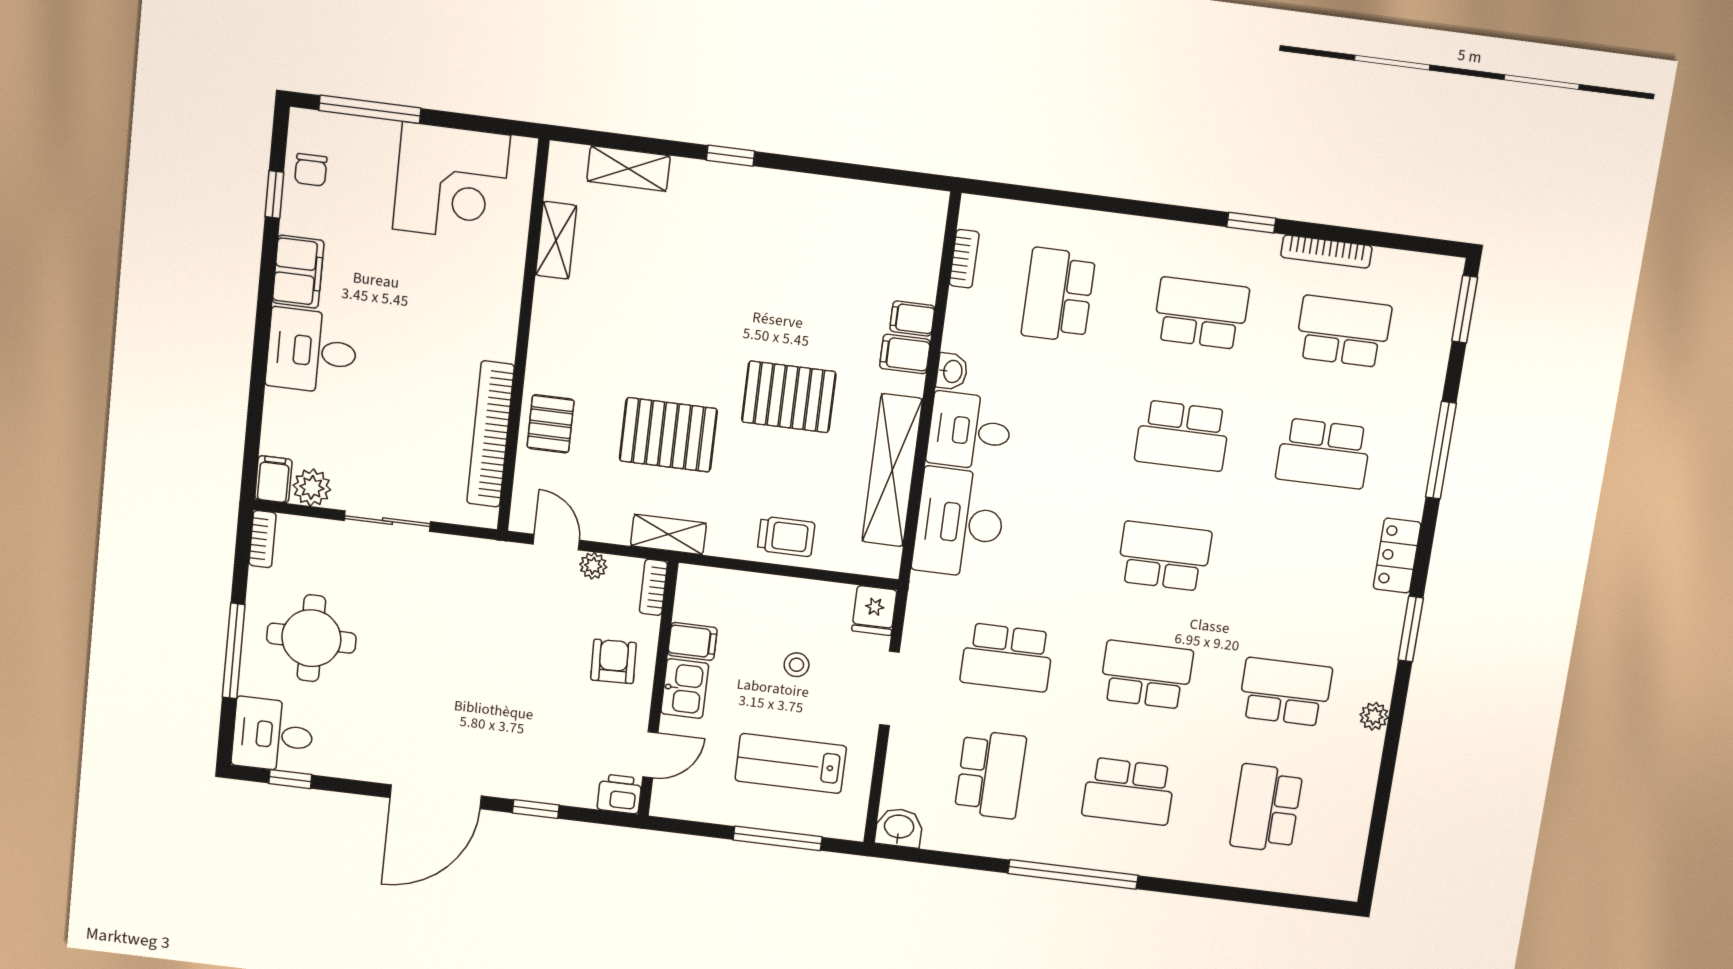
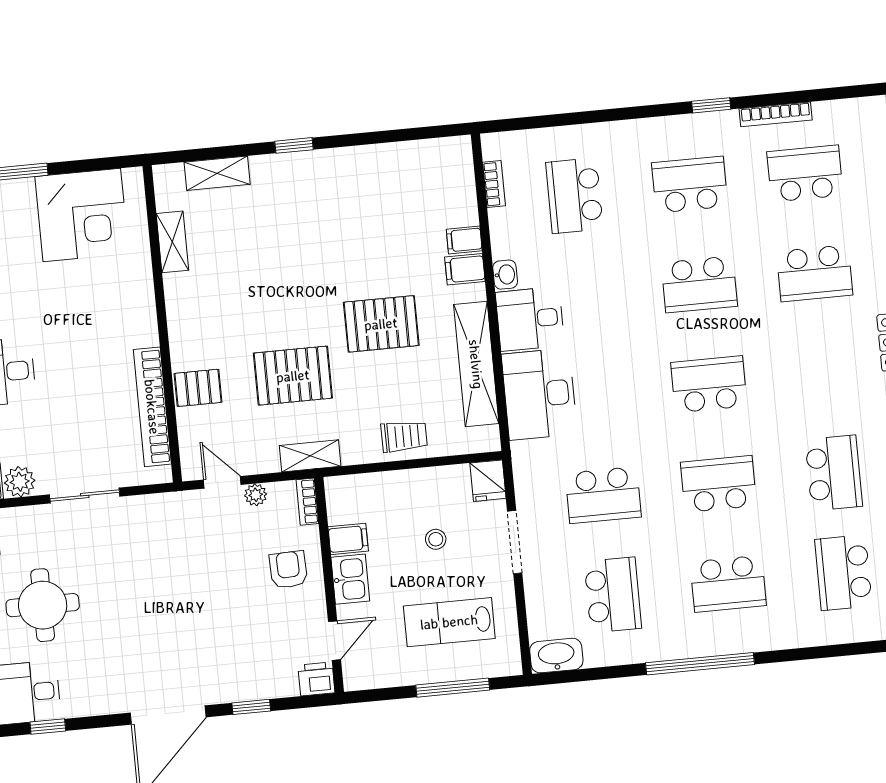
pallet: (551, 424) -> (198, 388), turned 90
school desk: (1285, 692) -> (834, 473), turned 90
washbasin: (899, 828) -> (556, 656), width x1.38

